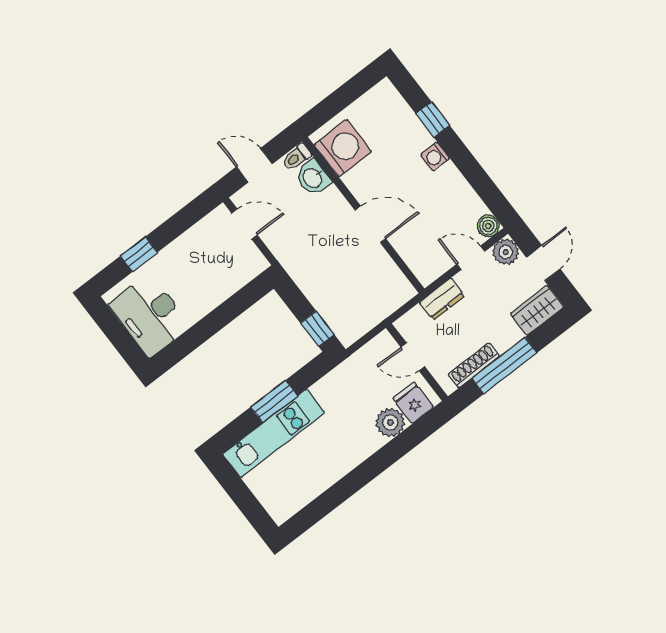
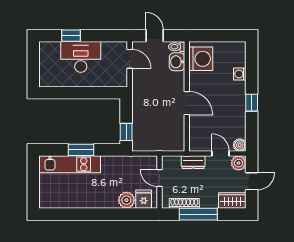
window: (433, 120) -> (252, 103), moved
washing machine: (435, 157) -> (240, 74), moved
desk: (150, 316) -> (81, 57), moved, turned 90

